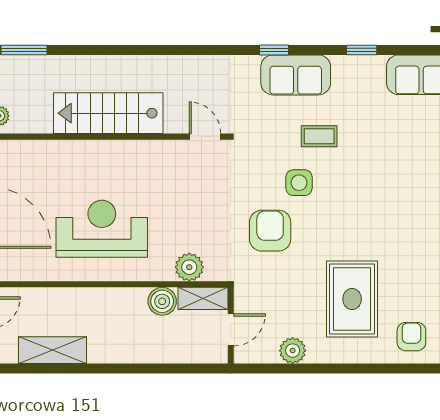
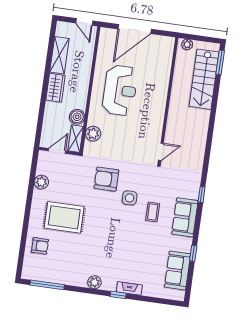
window: (362, 50) -> (193, 253), moved
sofa: (296, 75) -> (185, 217), moved
stairs: (108, 113) -> (204, 79), moved, turned 180
armchair: (270, 231) -> (106, 179), turned 180
door: (231, 330) -> (57, 151), swing flipped
wardrobe: (114, 349) -> (56, 88), added

